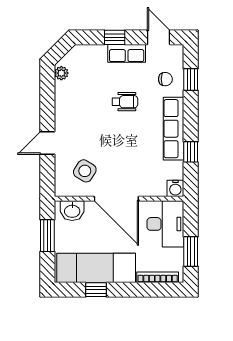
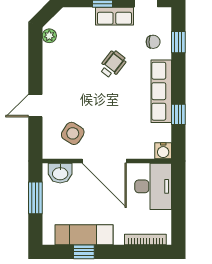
wheelchair: (125, 102) -> (113, 64), turned -52
window: (191, 252) -> (178, 214), removed
exam couch: (96, 268) -> (84, 235), width x0.73, depth x0.69

